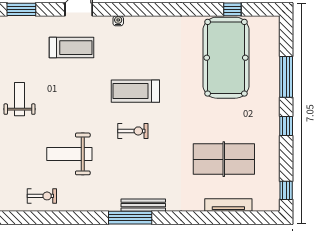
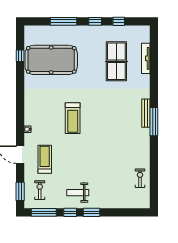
exercise bike: (133, 131) -> (40, 190), moved
weight bench: (69, 154) -> (113, 161), removed
window: (286, 190) -> (119, 21), moved

